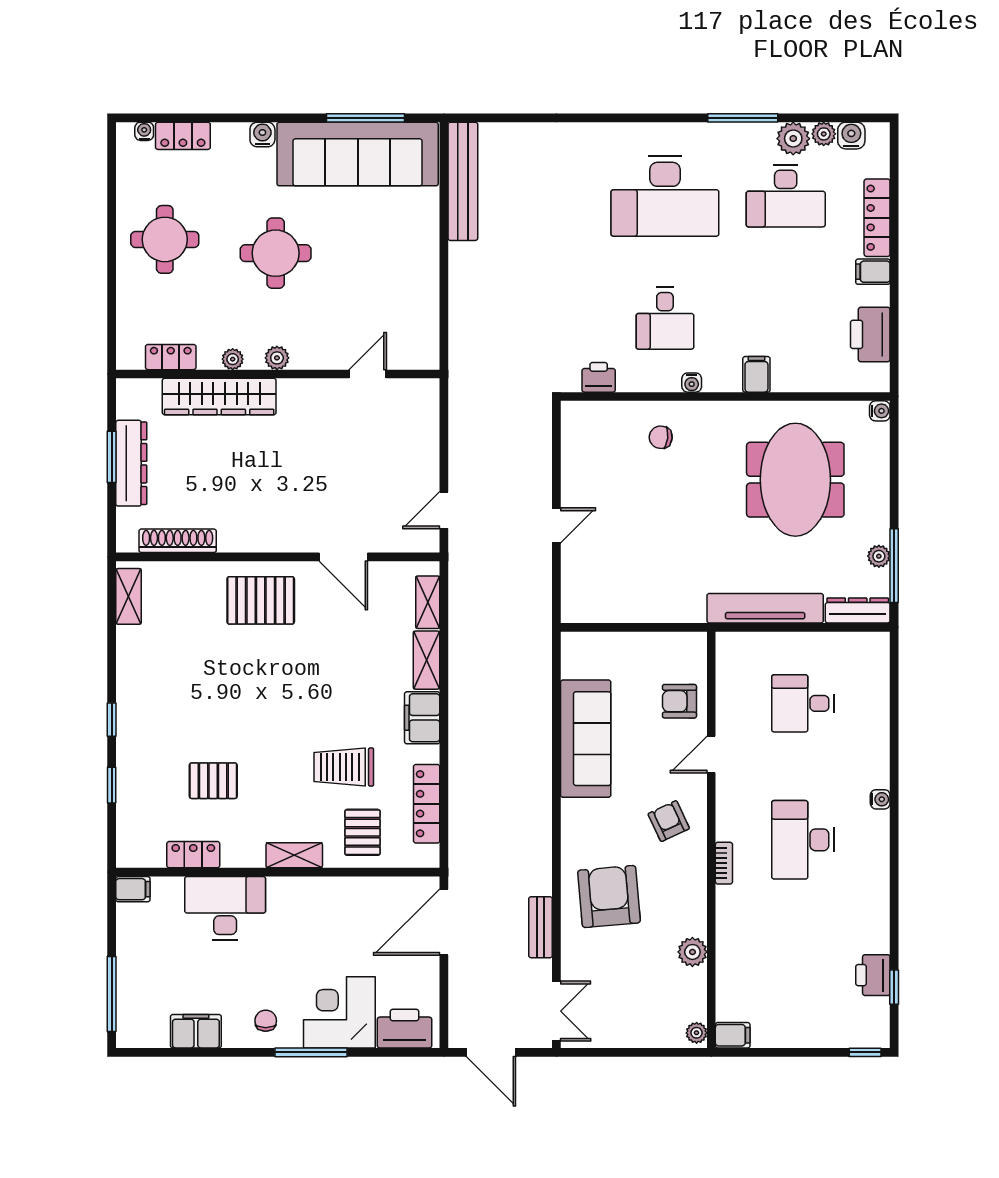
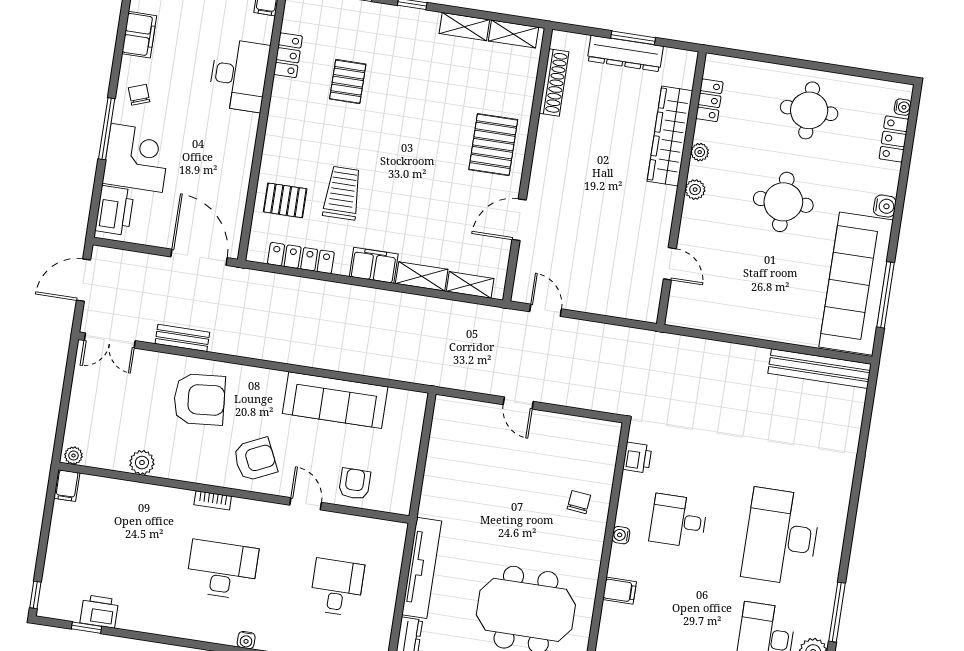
armchair: (669, 821) -> (255, 459), width x1.38, depth x1.38
shelving: (294, 855) -> (464, 27), moved, turned 90
chair: (266, 1021) -> (139, 95), turned -110

